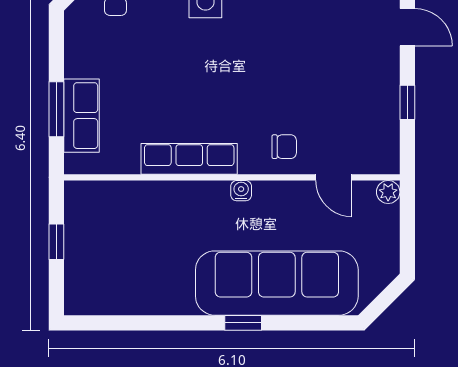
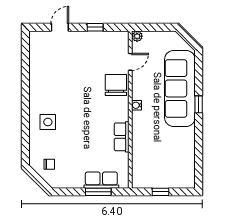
chair: (284, 147) -> (116, 85), width x1.87, depth x1.87
row of seats: (189, 159) -> (122, 137), width x0.68

